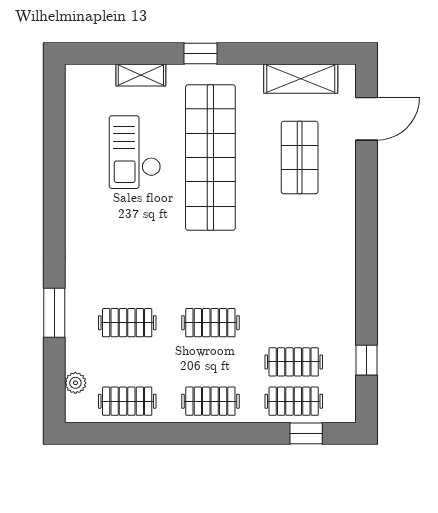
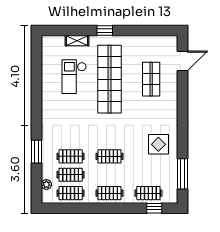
shelving: (301, 79) -> (152, 42), removed
display table: (315, 297) -> (158, 144), added
window: (367, 360) -> (183, 174), width x2.17
clothes rail: (294, 362) -> (71, 175), moved

